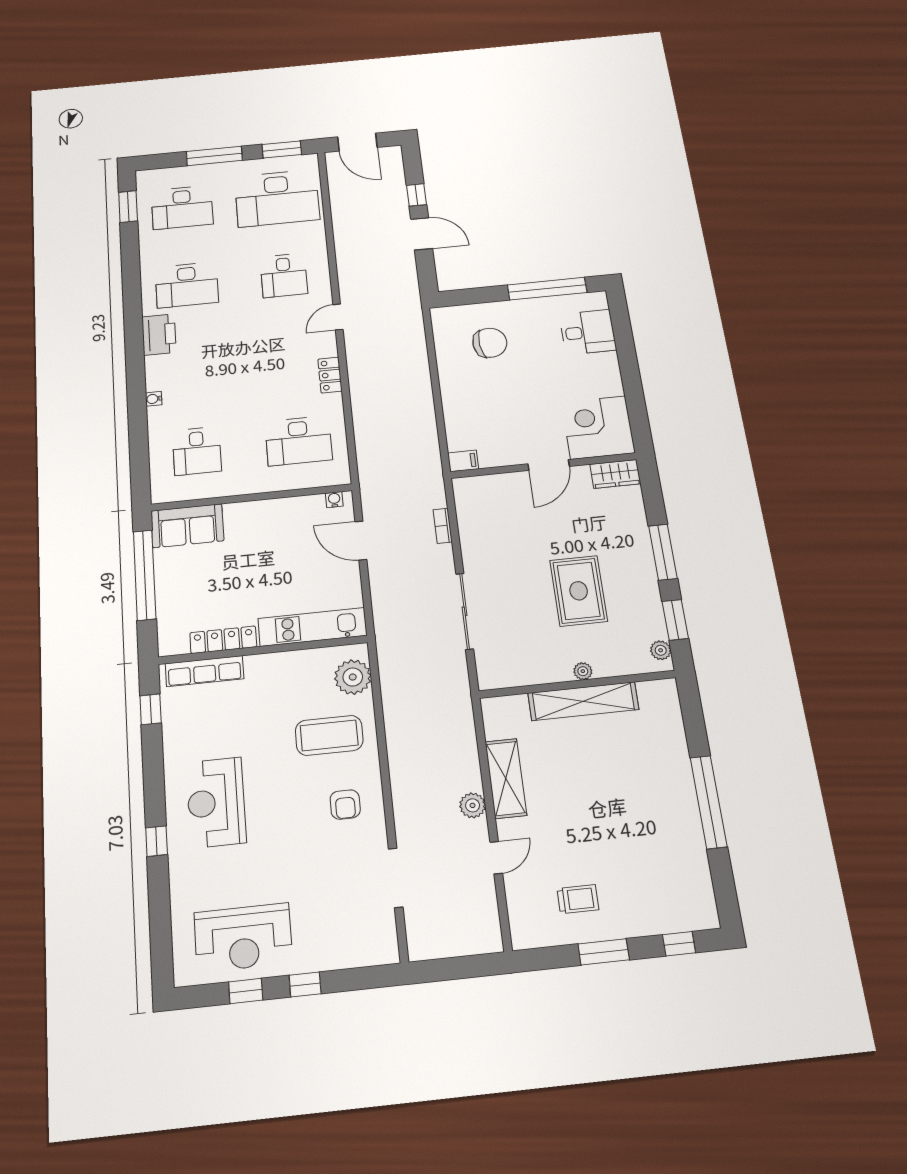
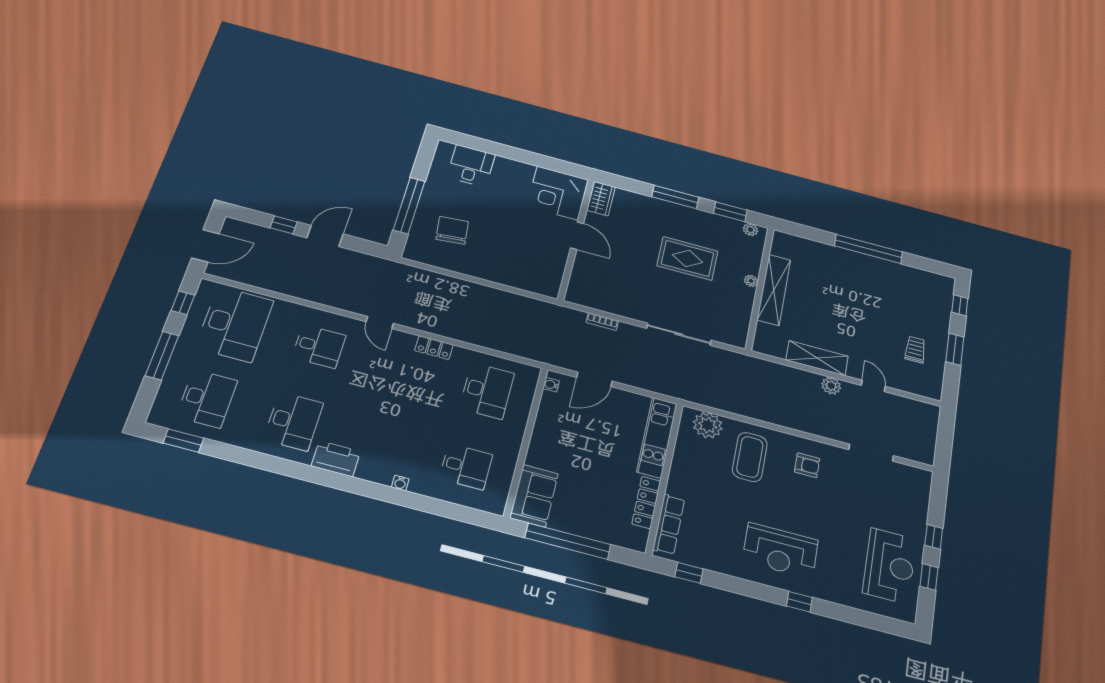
window: (282, 149) -> (183, 303), width x0.67
window: (547, 289) -> (409, 205), moved
filing cabinet: (463, 461) -> (551, 288), removed

